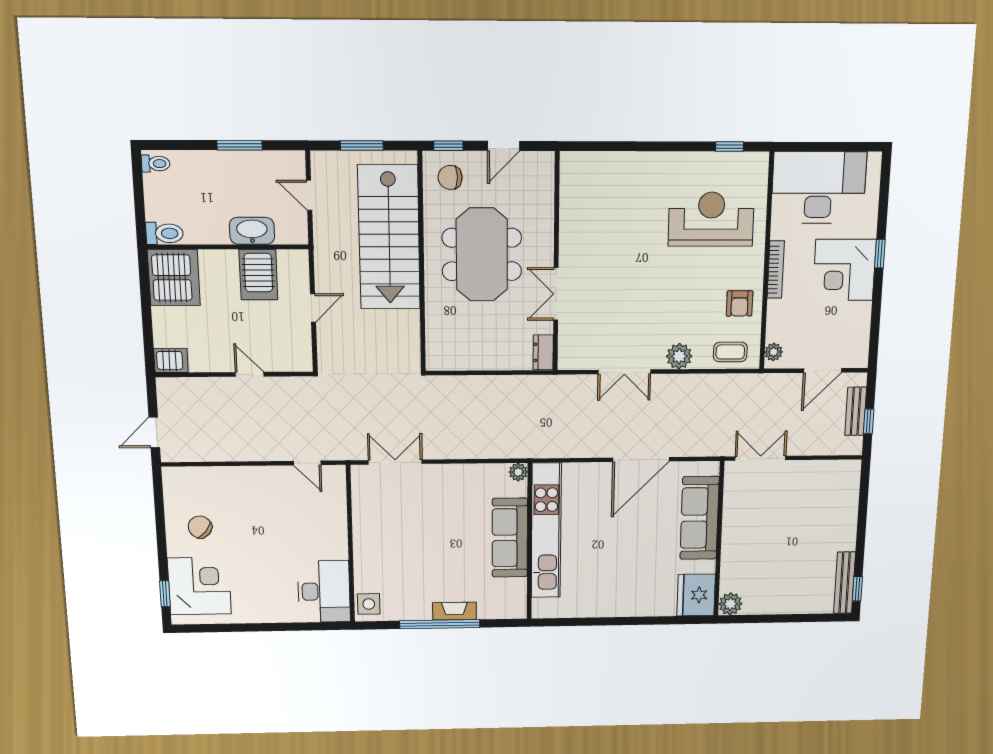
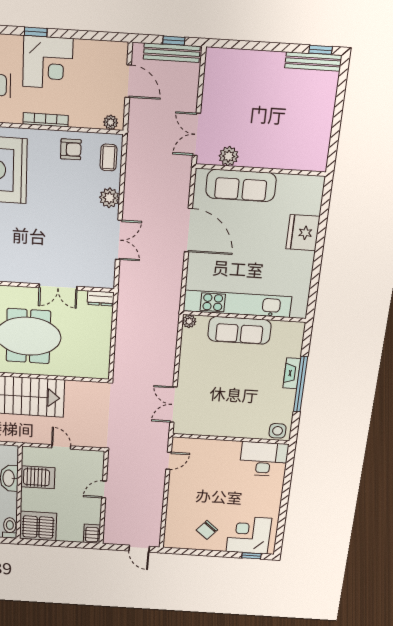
bench: (856, 411) -> (172, 53), width x1.36
fridge: (696, 595) -> (303, 233), moved, turned 90
plant: (730, 604) -> (229, 156), moved

